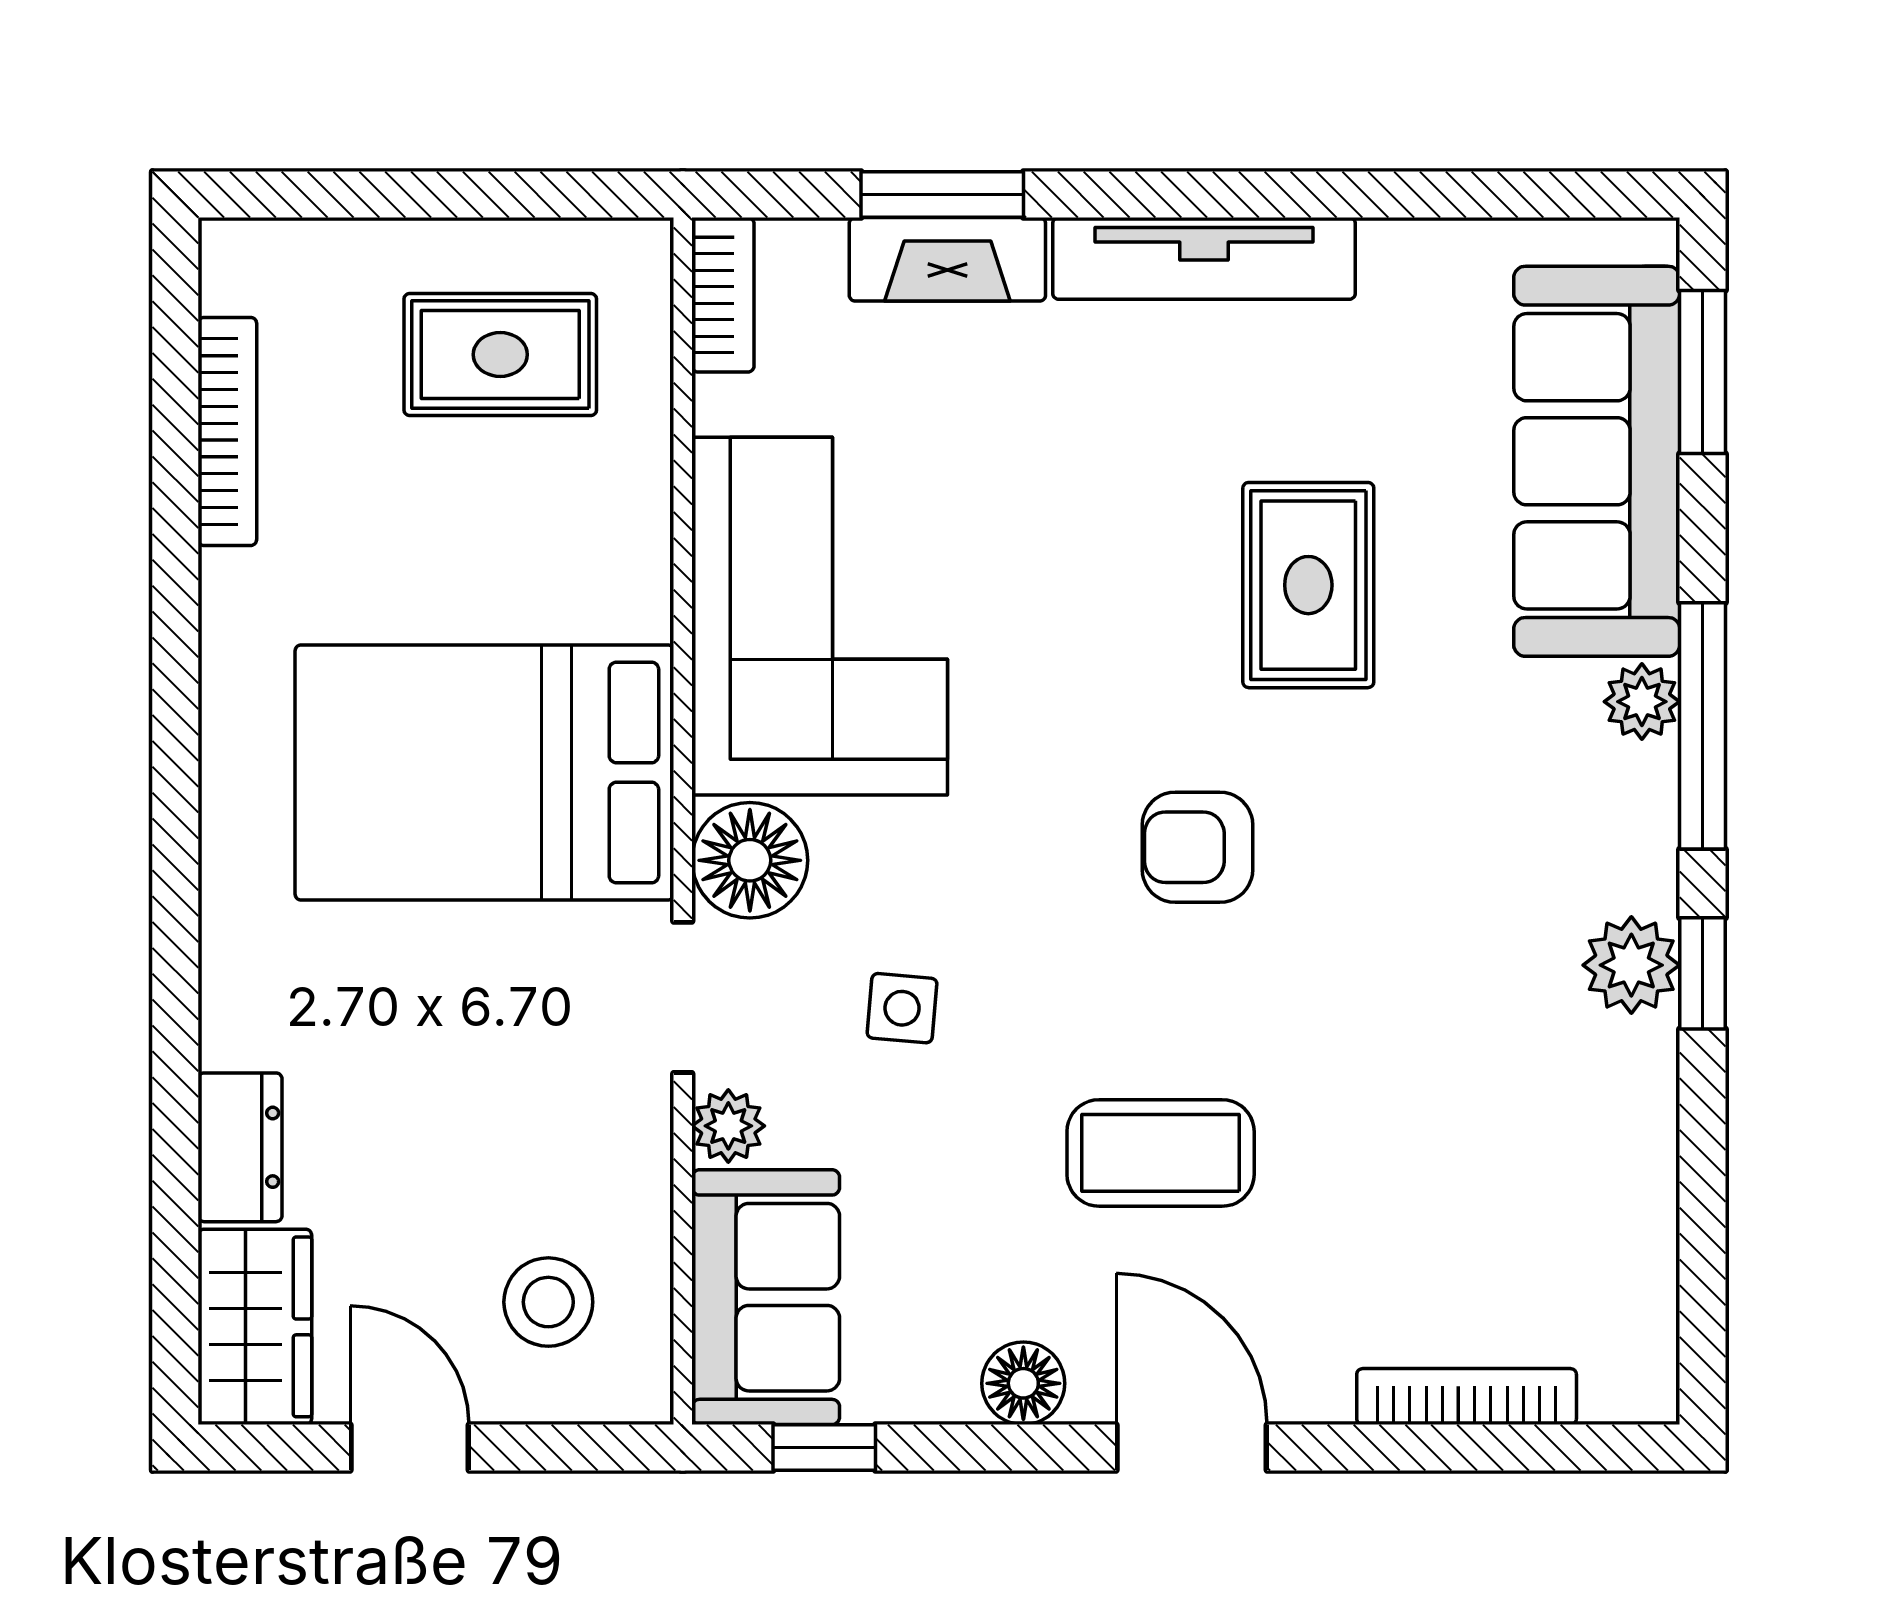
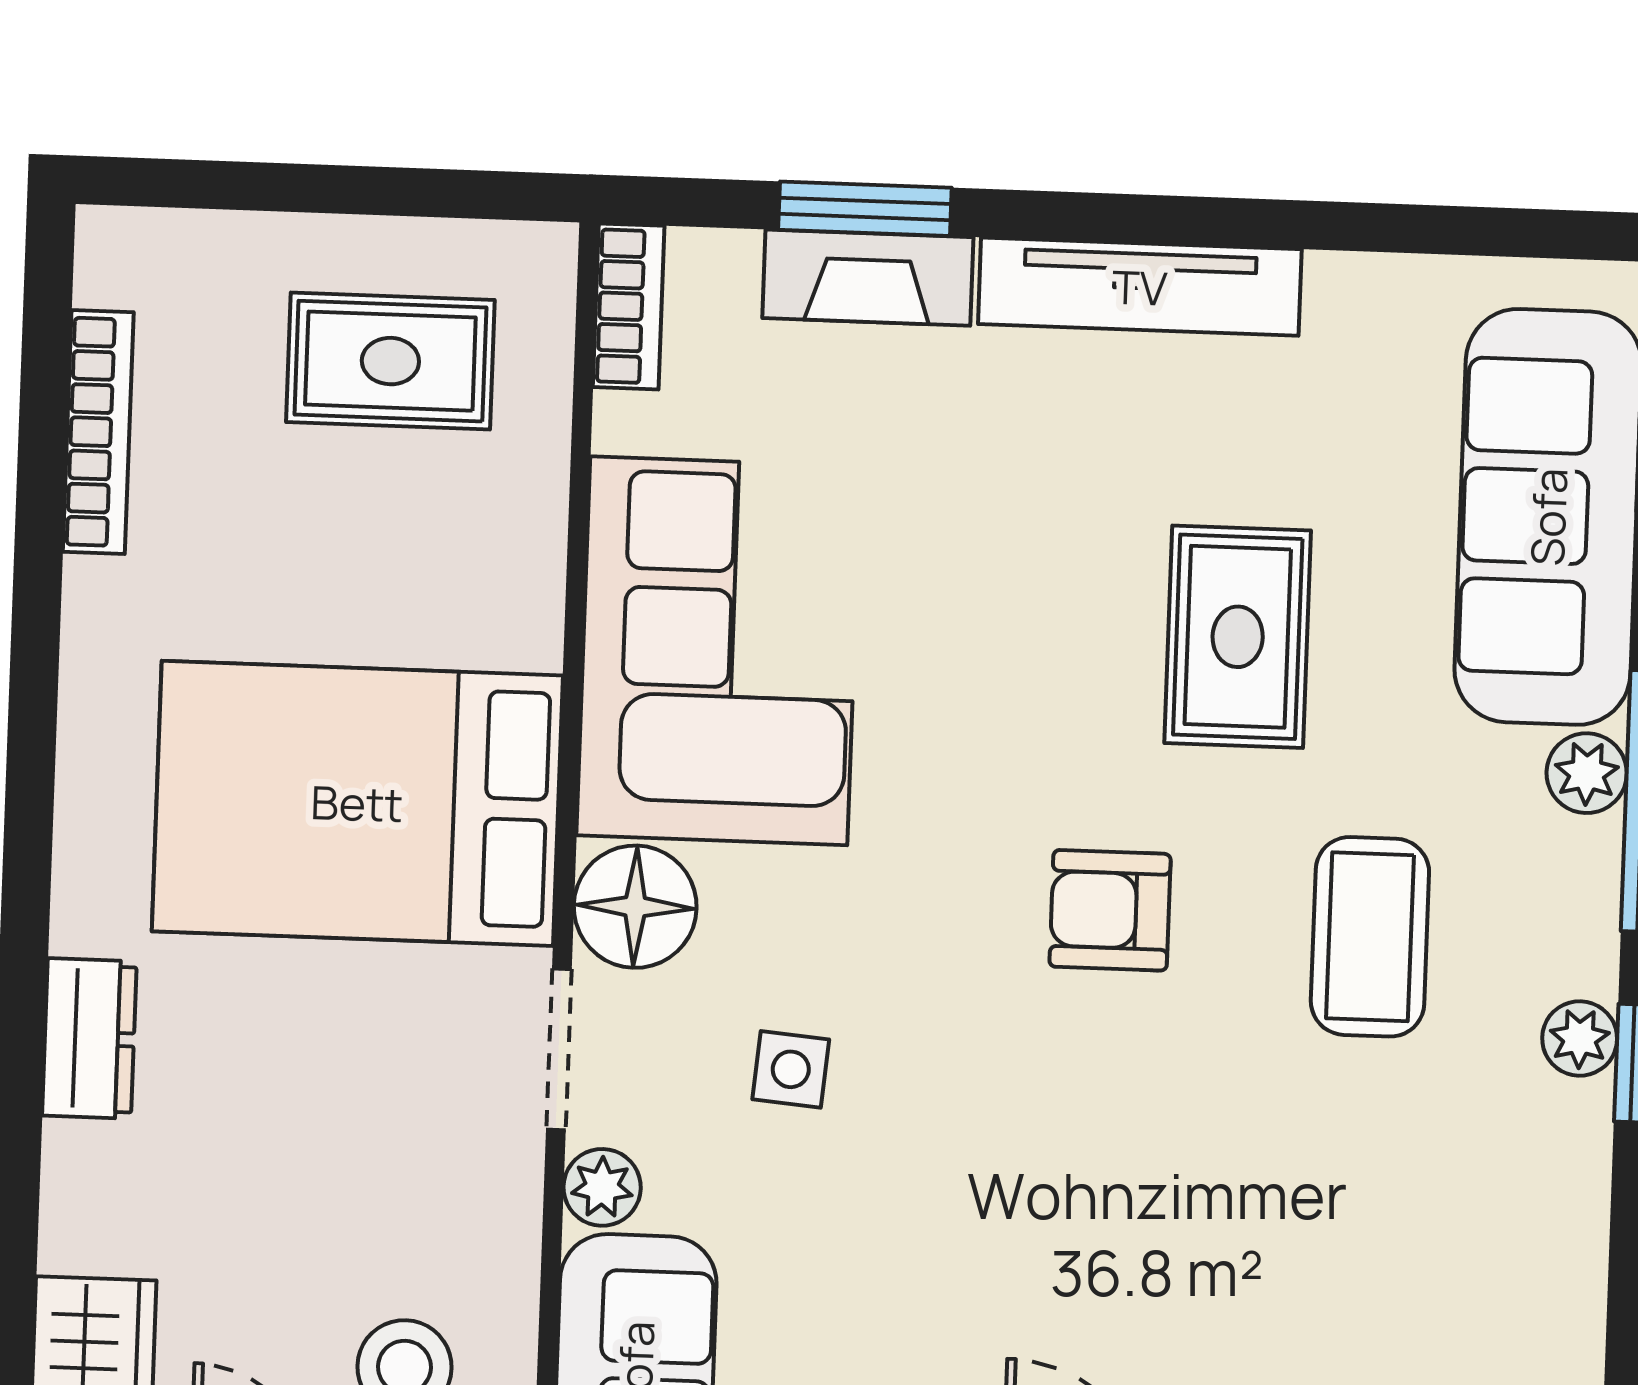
plant: (1631, 965) -> (1580, 1038), width x0.73, depth x0.73
dresser: (240, 1147) -> (89, 1038), moved
coffee table: (1161, 1153) -> (1370, 937), moved, turned 90

